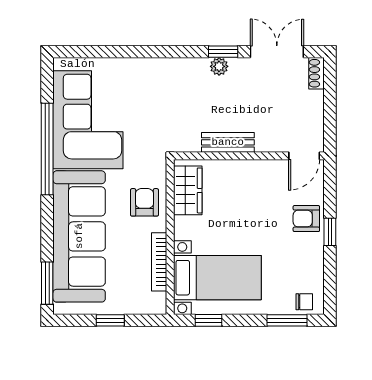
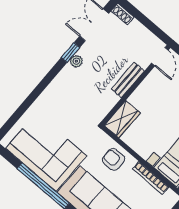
bench: (228, 142) -> (128, 80), moved
wardrobe: (188, 190) -> (122, 119), moved, turned 90

